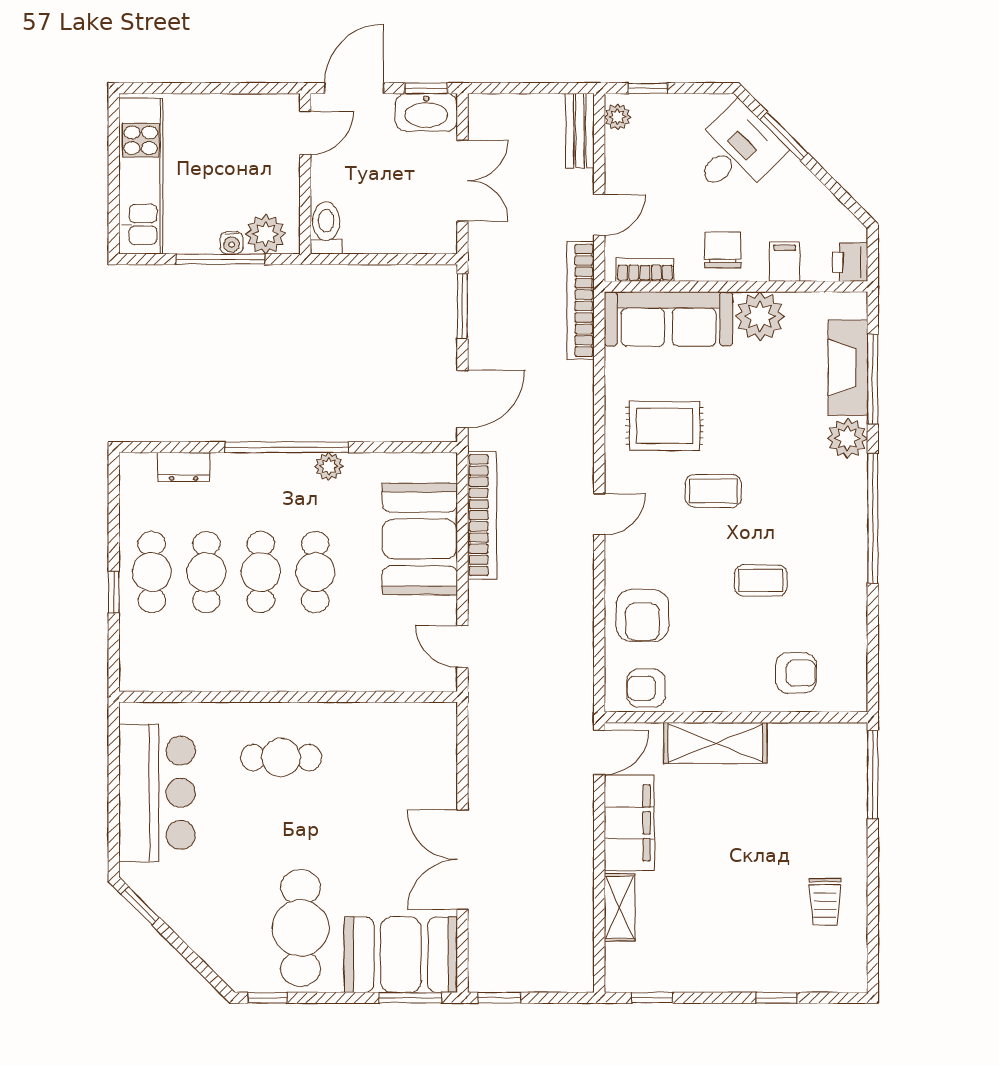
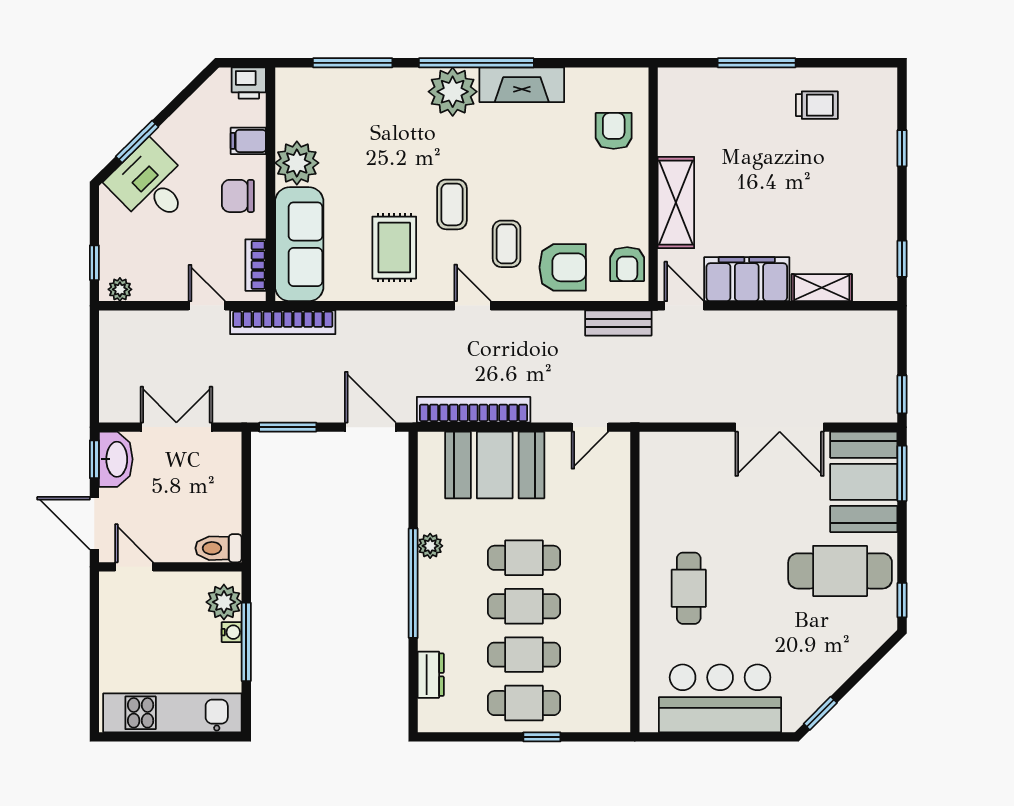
bench: (580, 131) -> (618, 323), moved
fireplace: (848, 368) -> (522, 85), moved
plant: (847, 438) -> (453, 92), moved, width x1.36, depth x1.36
coffee table: (761, 580) -> (507, 244), moved
window: (873, 774) -> (757, 63), moved

